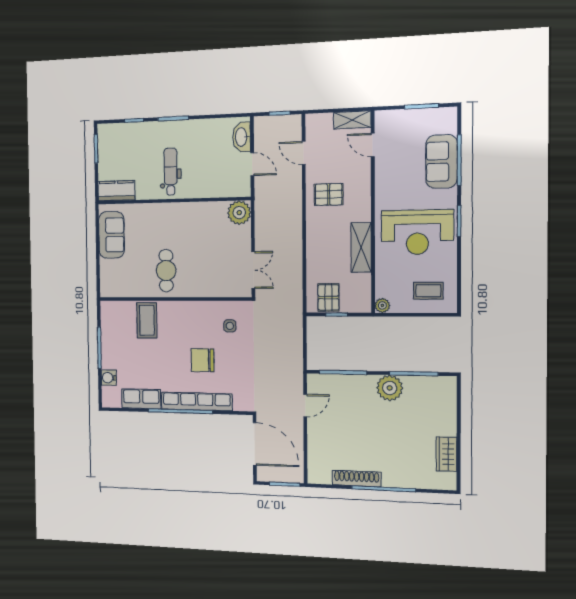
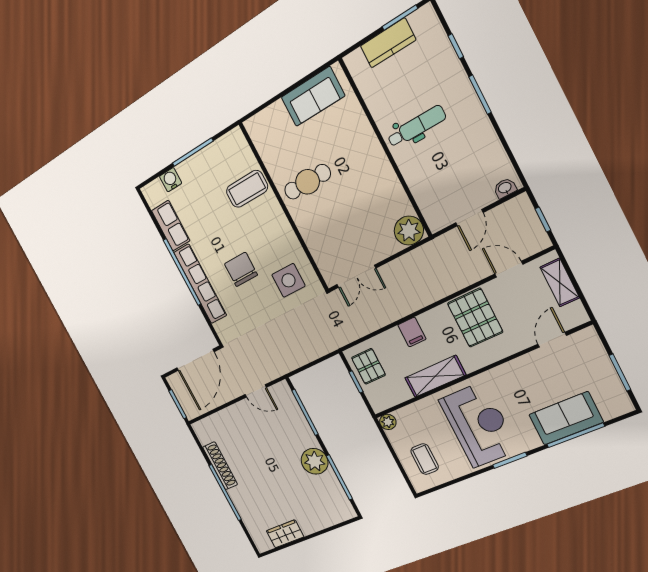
shelving: (352, 120) -> (560, 282), moved
washbasin: (242, 137) -> (505, 188), width x0.52, depth x0.69
door: (304, 153) -> (509, 269), hinge flipped
kitchen counter: (116, 191) -> (388, 43), moved, turned 90
pallet: (329, 194) -> (475, 318), width x1.50, depth x1.42
reception desk: (417, 232) -> (478, 425), turned 180
filing cabinet: (317, 248) -> (412, 332), added
pallet: (328, 297) -> (368, 366), turned 90
side table: (230, 326) -> (288, 280), width x1.87, depth x1.87

